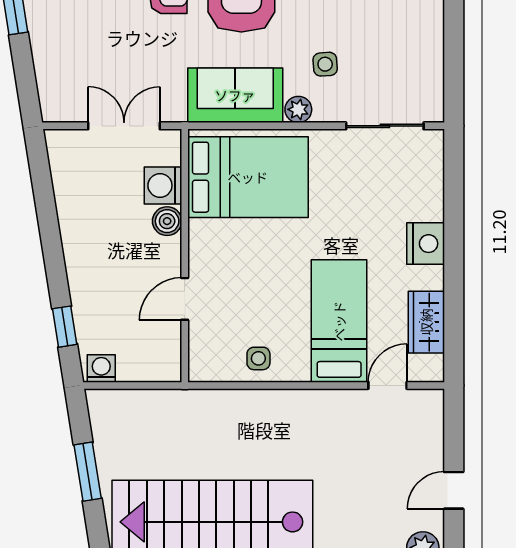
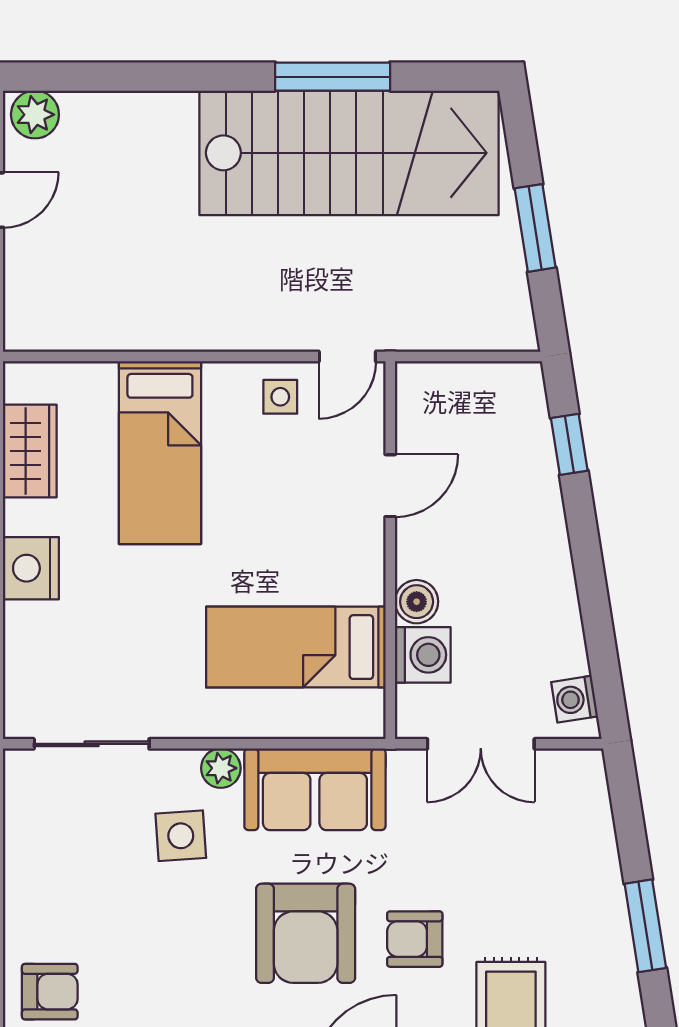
side table: (325, 64) -> (181, 836), width x1.37, depth x1.37
bed: (248, 177) -> (296, 647), width x0.67
washing machine: (101, 369) -> (575, 699), moved, turned 81
door: (388, 385) -> (347, 357), moved

